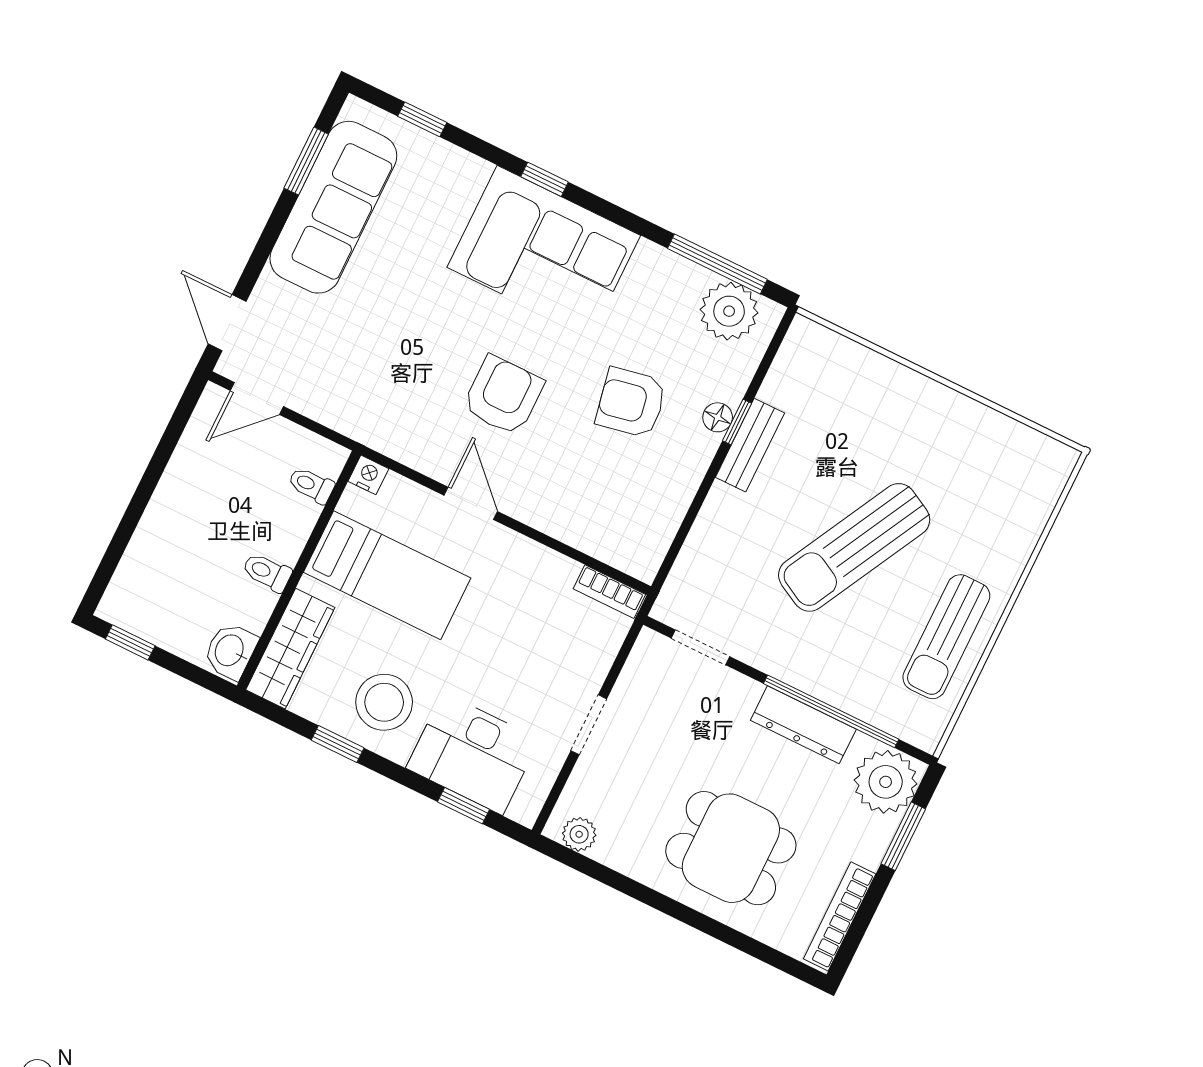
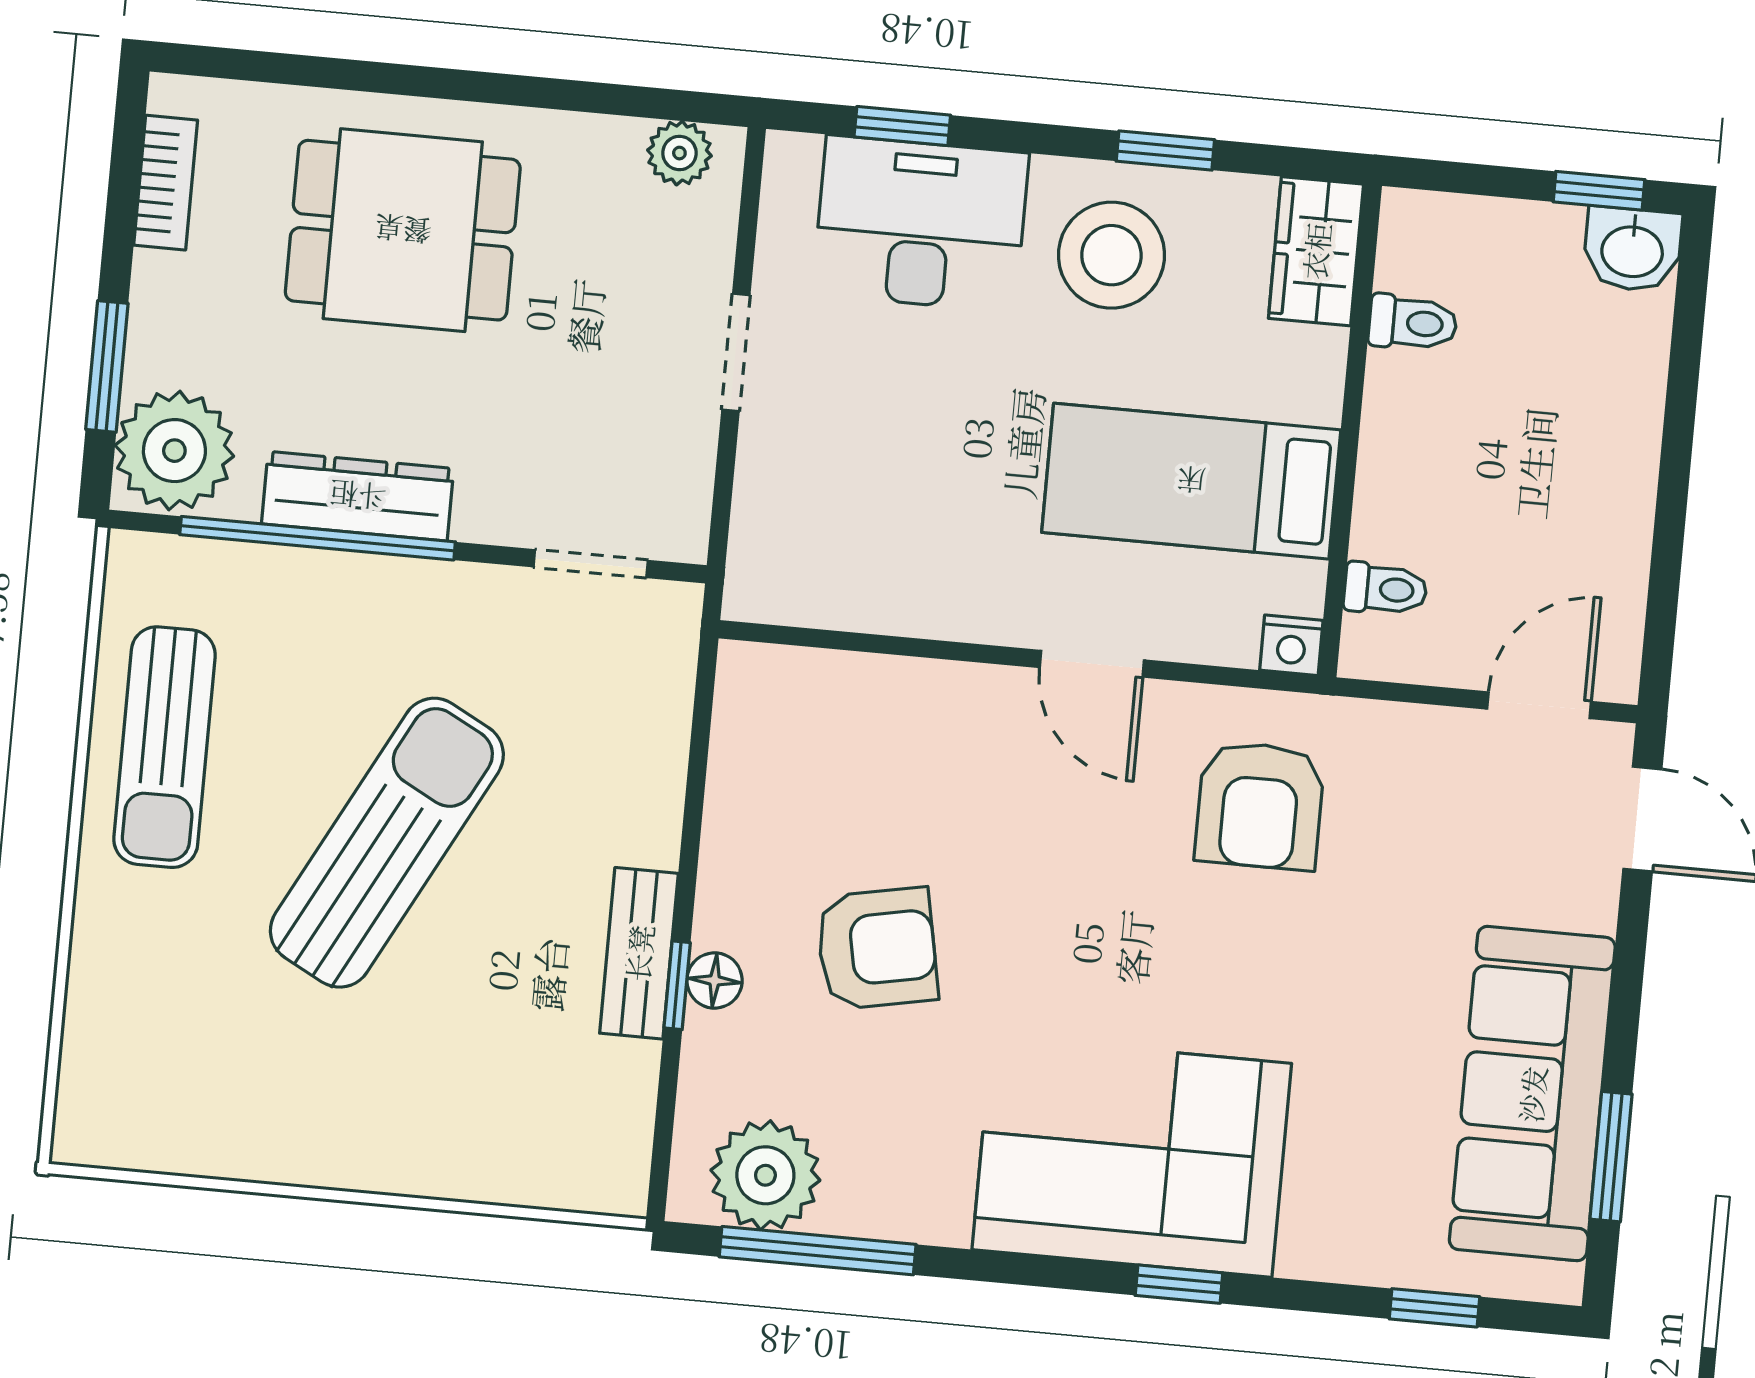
armchair: (503, 395) -> (1260, 805), moved
toilet: (267, 572) -> (1413, 323), moved
bookcase: (609, 592) -> (789, 601), removed
sun lounger: (946, 637) -> (165, 747), turned 180
wardrobe: (290, 649) -> (1316, 251), width x0.67
washbasin: (230, 651) -> (1632, 249), moved, turned 90
bookcase: (840, 916) -> (166, 183), width x0.64

